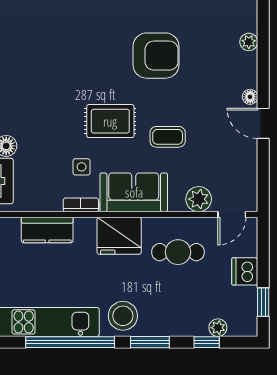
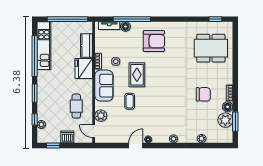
armchair: (156, 56) -> (154, 41), moved, turned -90
fridge: (119, 236) -> (84, 68), moved
stool: (123, 316) -> (47, 81), removed

